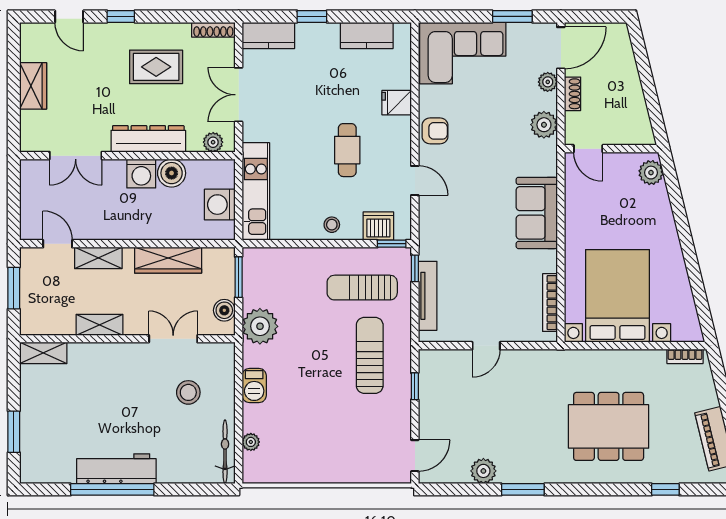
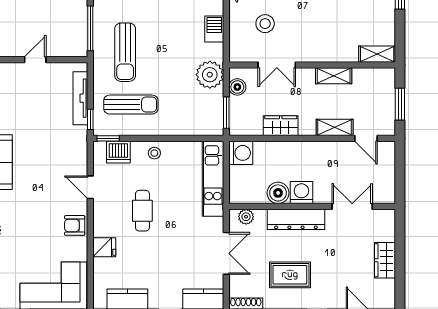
washing machine: (220, 205) -> (241, 153), moved
wardrobe: (168, 260) -> (281, 126), width x0.67
window: (415, 386) -> (90, 28), width x2.17

